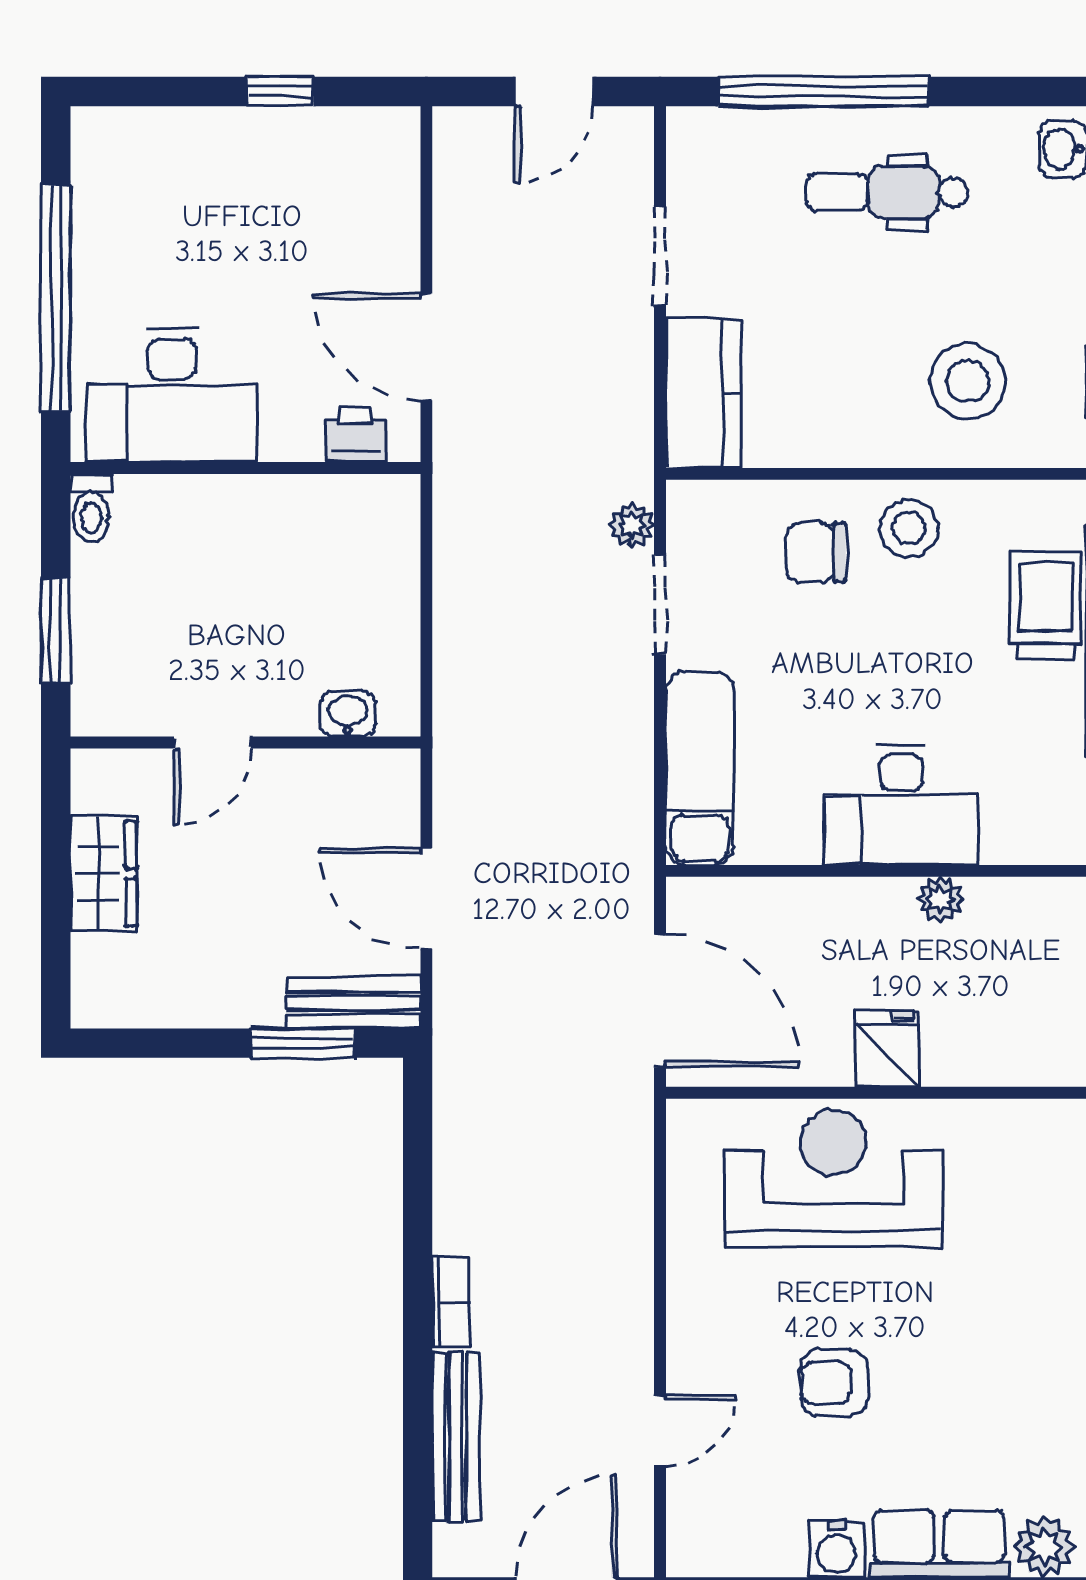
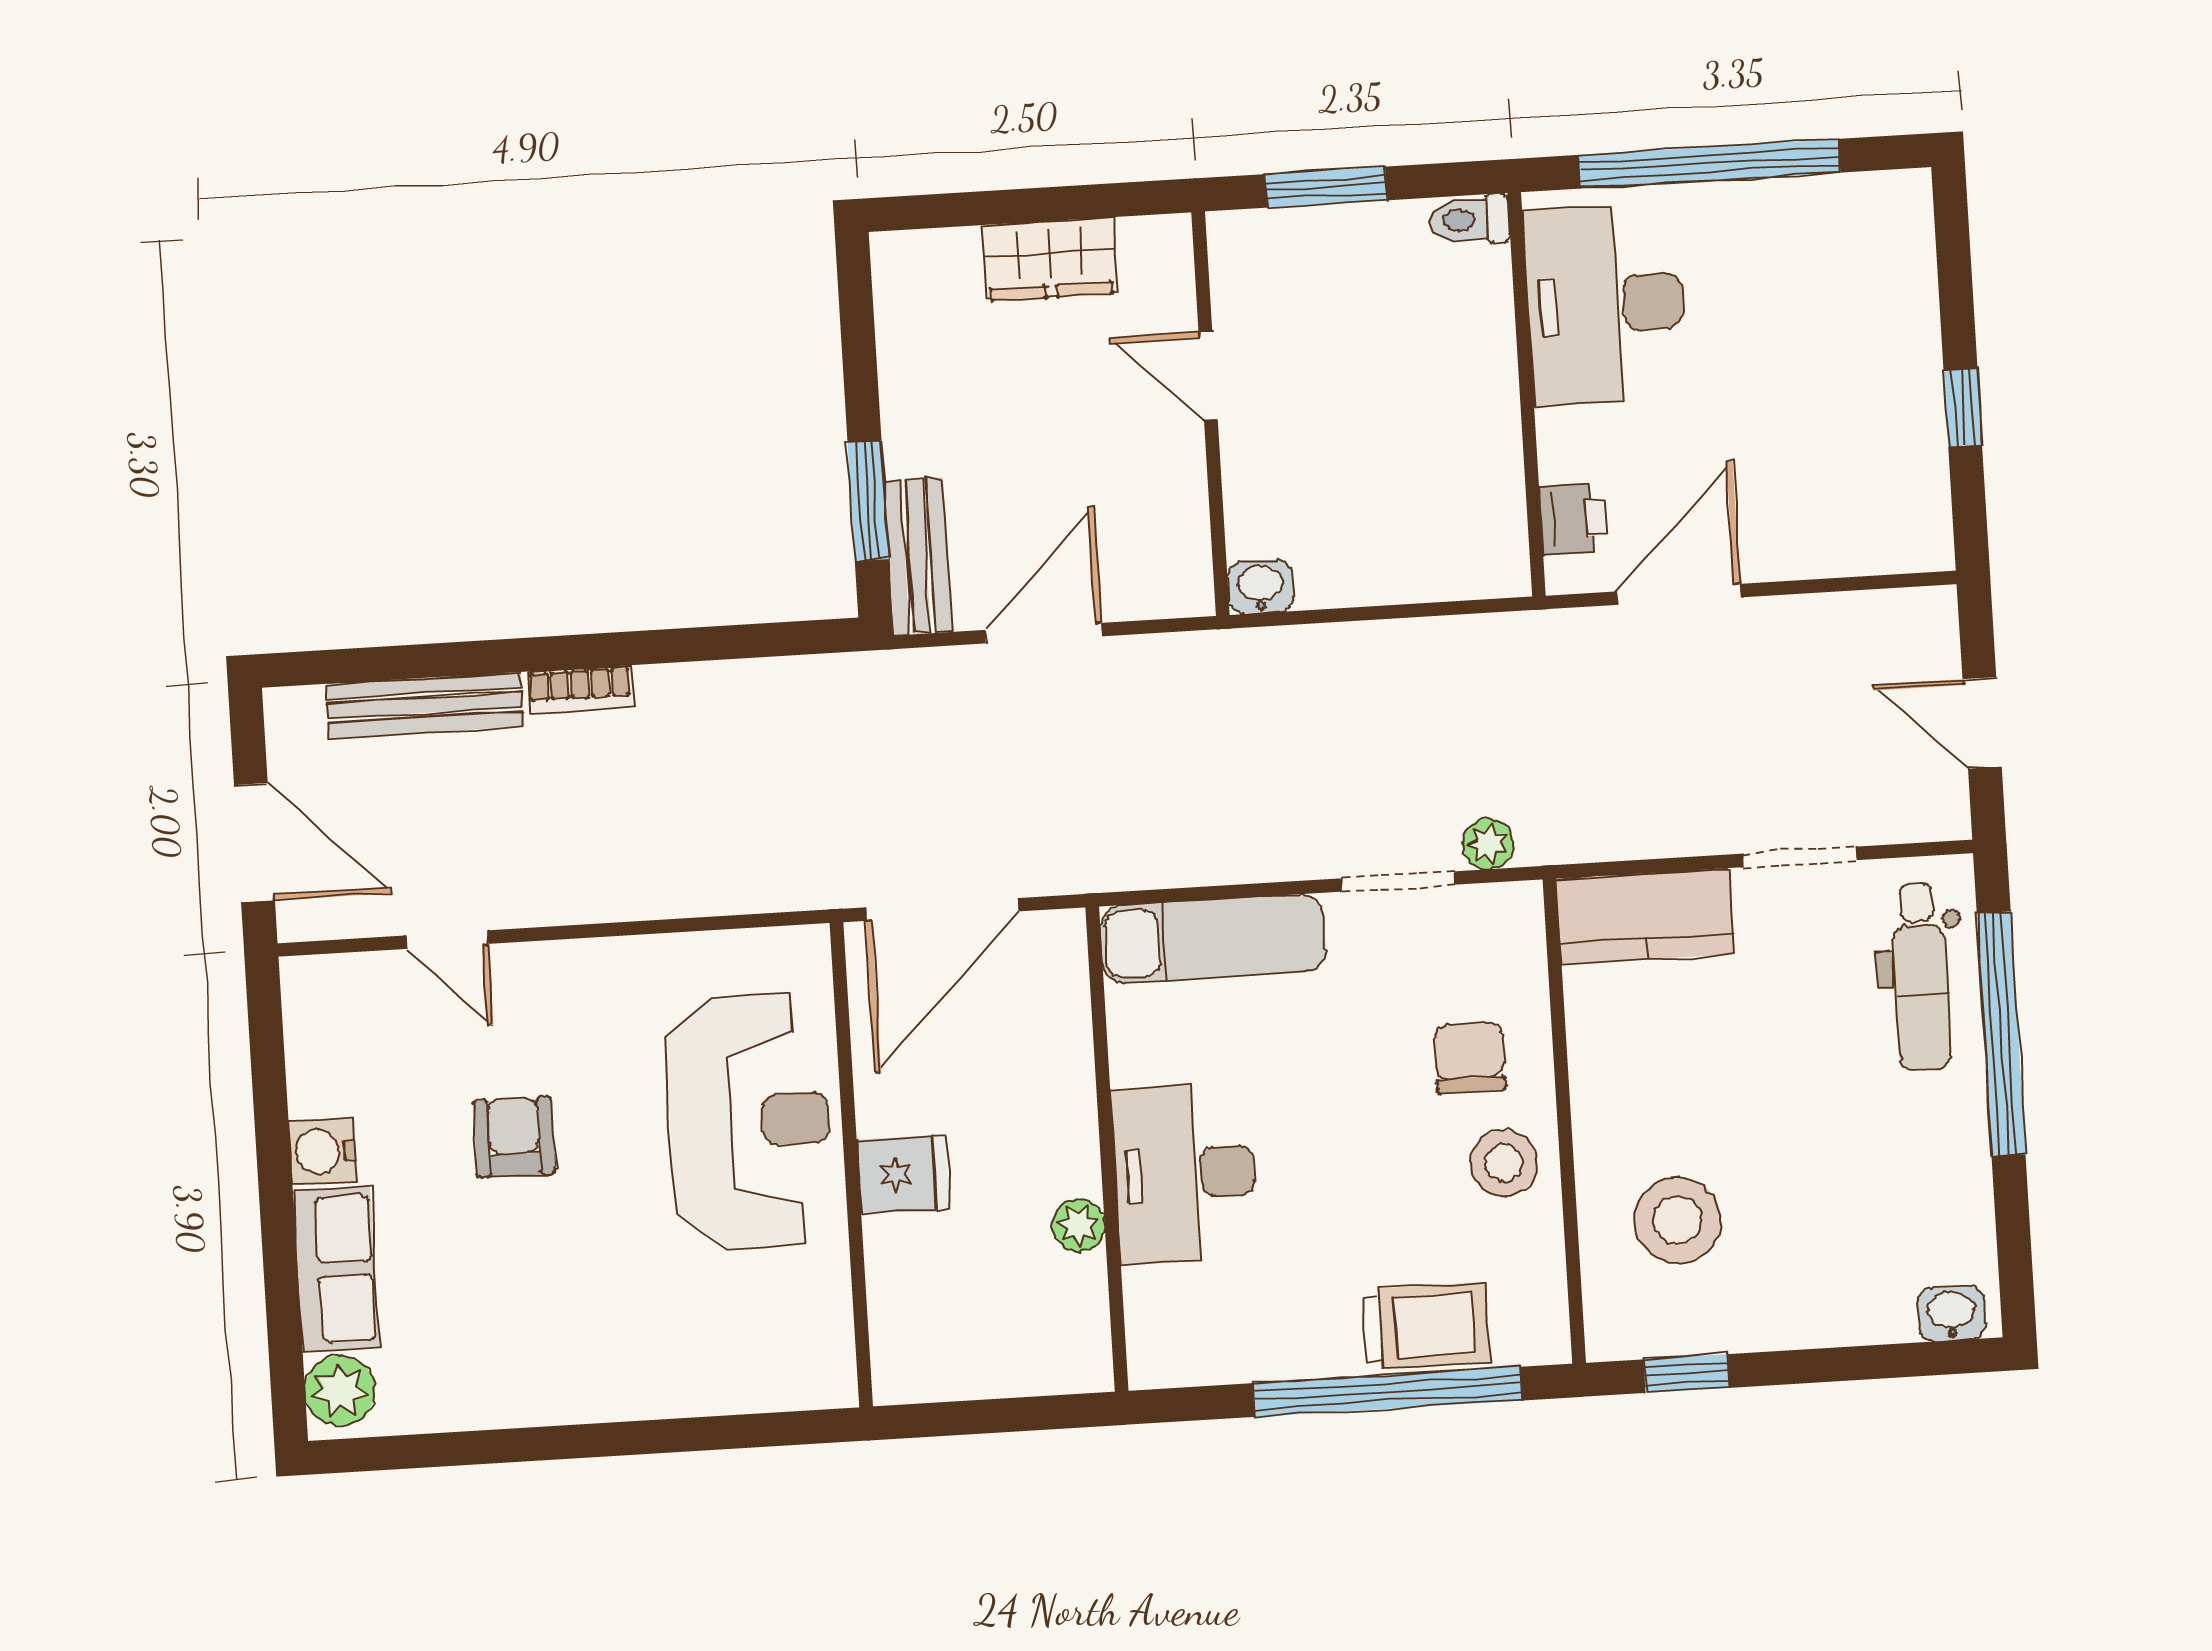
dental chair: (887, 192) -> (1920, 977), moved, turned 180
washbasin: (348, 714) -> (1260, 587), moved, turned -90

